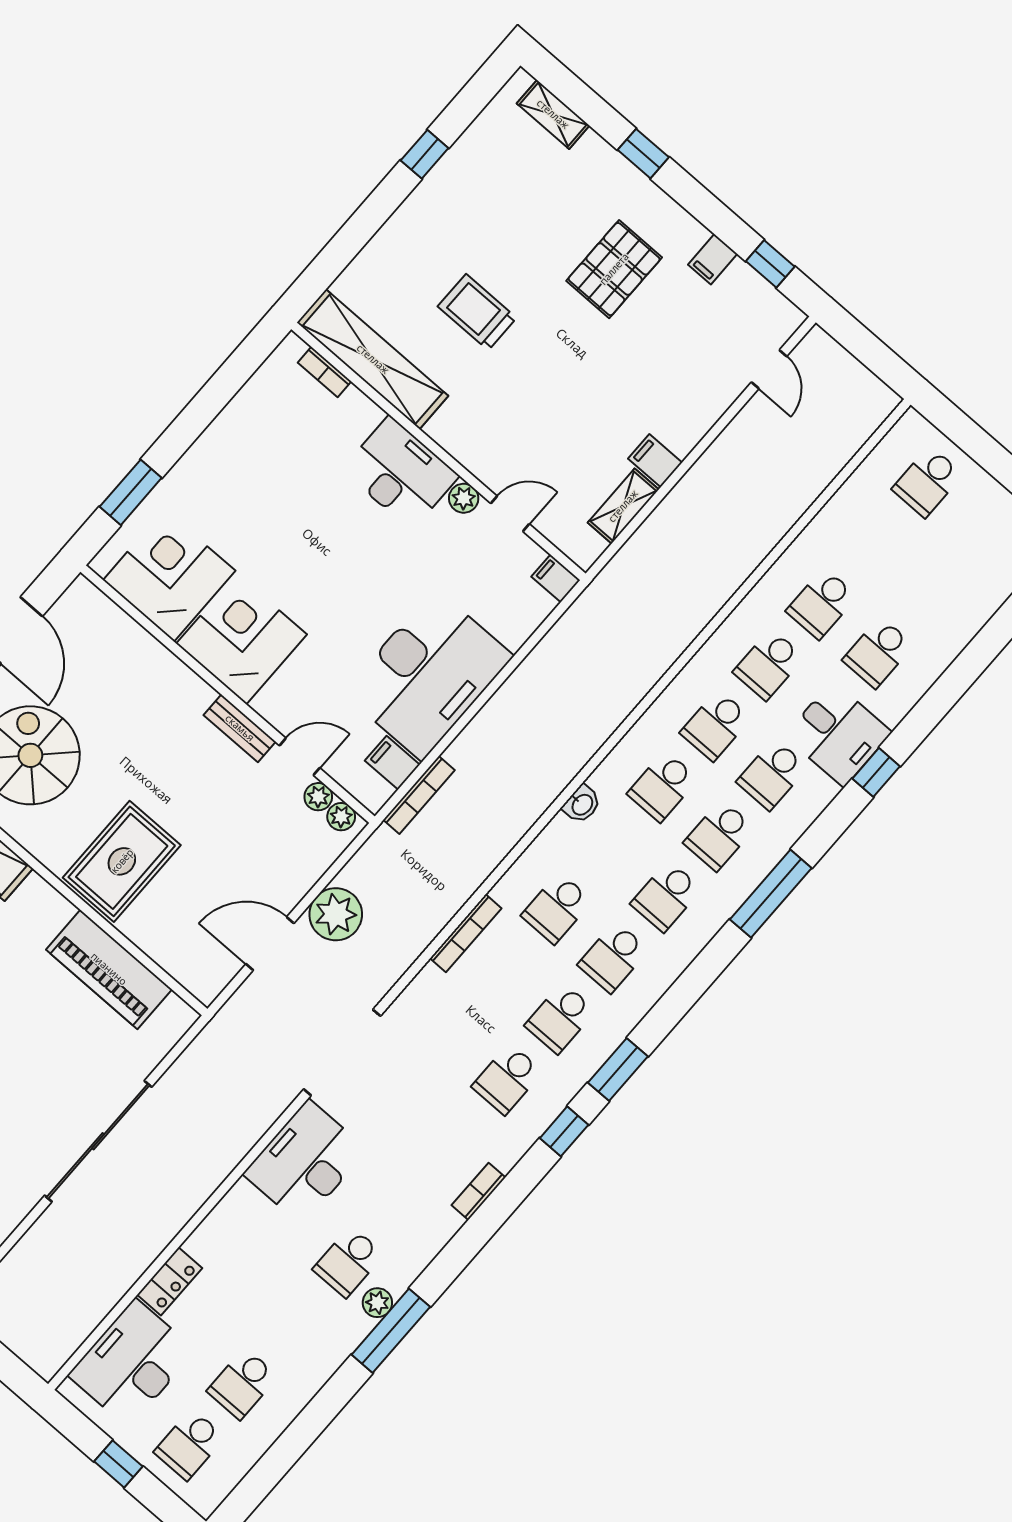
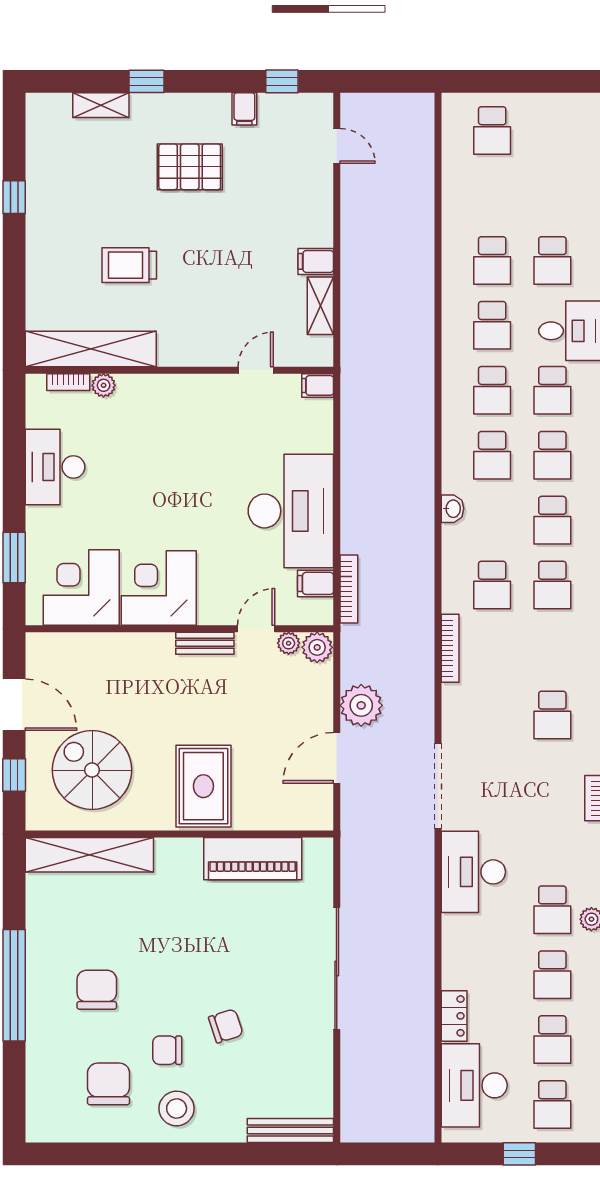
shelving: (553, 114) -> (101, 105), moved
pallet: (614, 269) -> (190, 167), turned 90
desk: (400, 473) -> (55, 467), moved, turned -90
plant: (464, 498) -> (104, 385), moved
plant: (341, 817) -> (317, 647), width x1.38, depth x1.38
school desk: (560, 1018) -> (552, 975), moved

